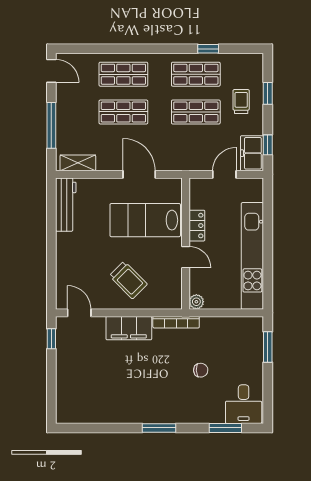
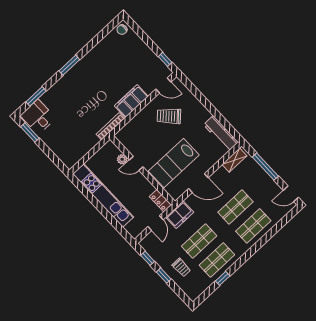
window: (268, 93) -> (164, 276), moved
freezer: (252, 153) -> (180, 215), moved, turned 90
lab bench: (145, 220) -> (174, 163), turned 180
locker: (197, 226) -> (160, 201), moved
trolley: (128, 280) -> (169, 116), moved
plant: (196, 302) -> (122, 159), moved
window: (268, 347) -> (30, 133), moved
chair: (201, 370) -> (122, 30), moved

